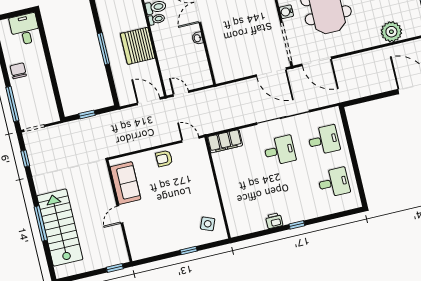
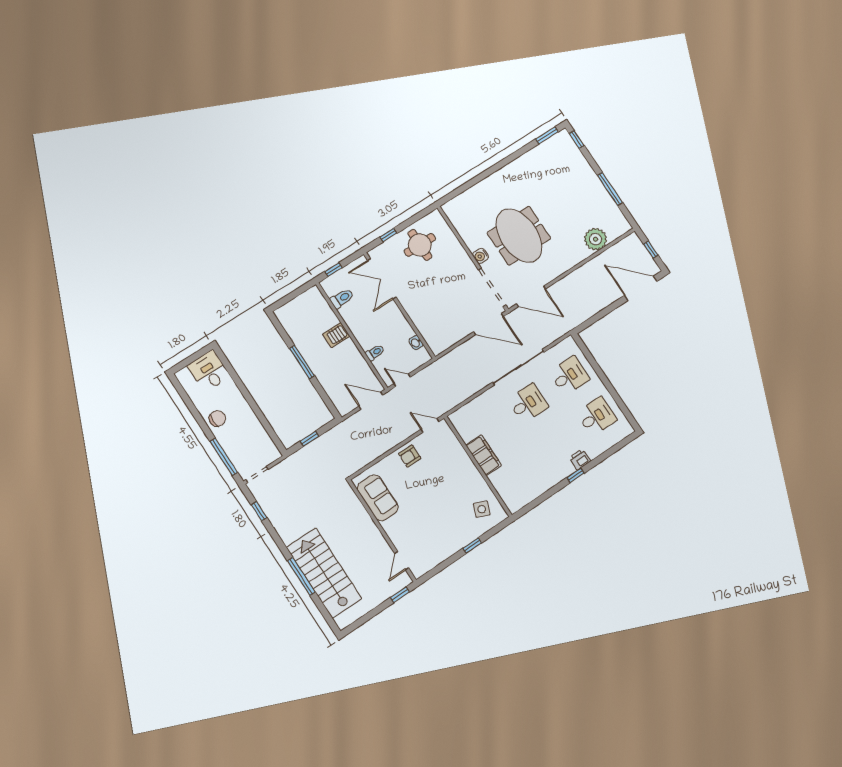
toilet: (157, 19) -> (375, 353), moved
washbasin: (198, 38) -> (416, 343), moved
server rack: (138, 46) -> (336, 335), width x0.46, depth x0.70
chair: (18, 71) -> (217, 418), turned 90
filing cabinet: (225, 141) -> (484, 455), moved, turned -90
door: (120, 215) -> (402, 561), moved
printer: (274, 221) -> (580, 459), moved

